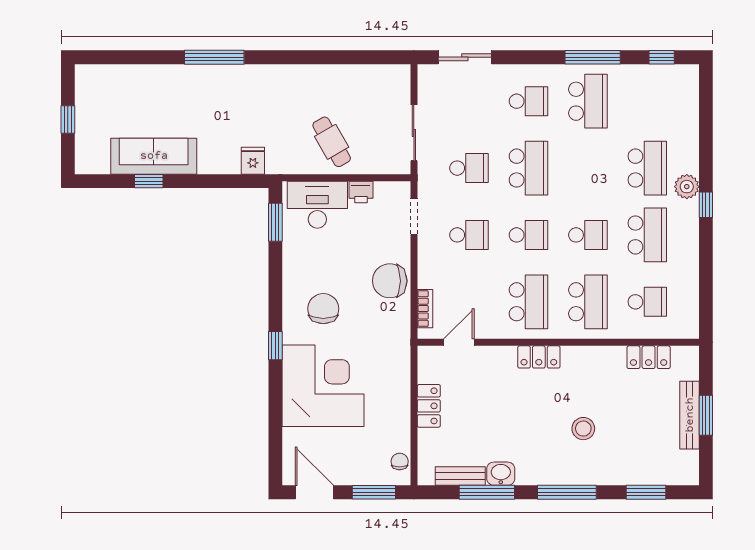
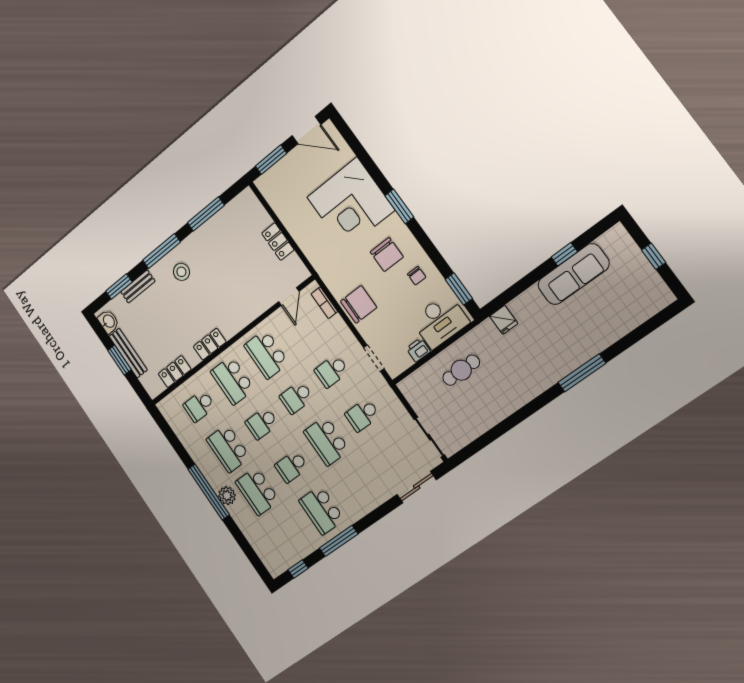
school desk: (528, 101) -> (292, 466), moved
sliding door: (414, 133) -> (429, 437), moved
cafe table: (332, 142) -> (461, 370), turned -60
window: (706, 205) -> (209, 492), width x3.17
window: (275, 346) -> (399, 206), width x1.50
locker: (539, 357) -> (210, 344), moved
stool: (583, 429) -> (181, 272), moved
chair: (400, 461) -> (417, 276), moved
washbasin: (501, 474) -> (109, 321), moved, turned -90
bench: (460, 476) -> (138, 287), moved

